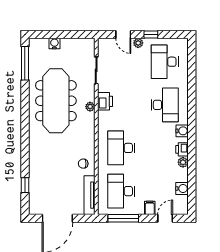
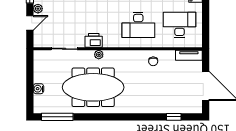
desk: (121, 191) -> (180, 25), turned 180
tv unit: (89, 195) -> (189, 55), width x0.71
window: (123, 218) -> (206, 23), removed

